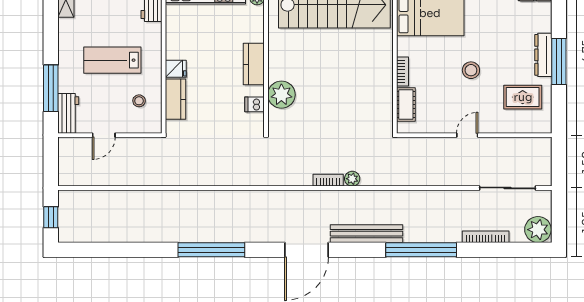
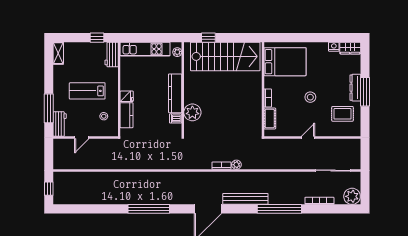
kitchen counter: (254, 64) -> (175, 93), width x1.50

